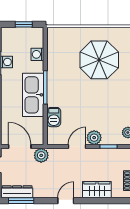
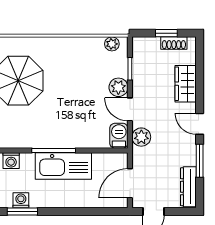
barbecue: (54, 117) -> (119, 136), moved, turned -90
plant: (41, 155) -> (141, 137), moved
window: (21, 201) -> (200, 161), moved

